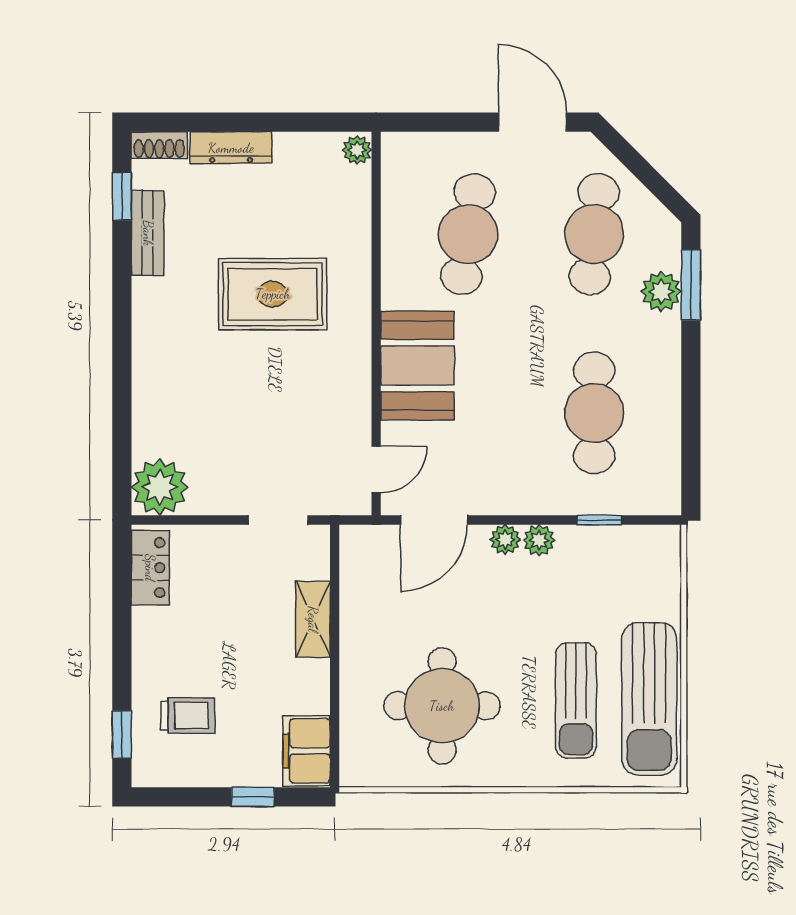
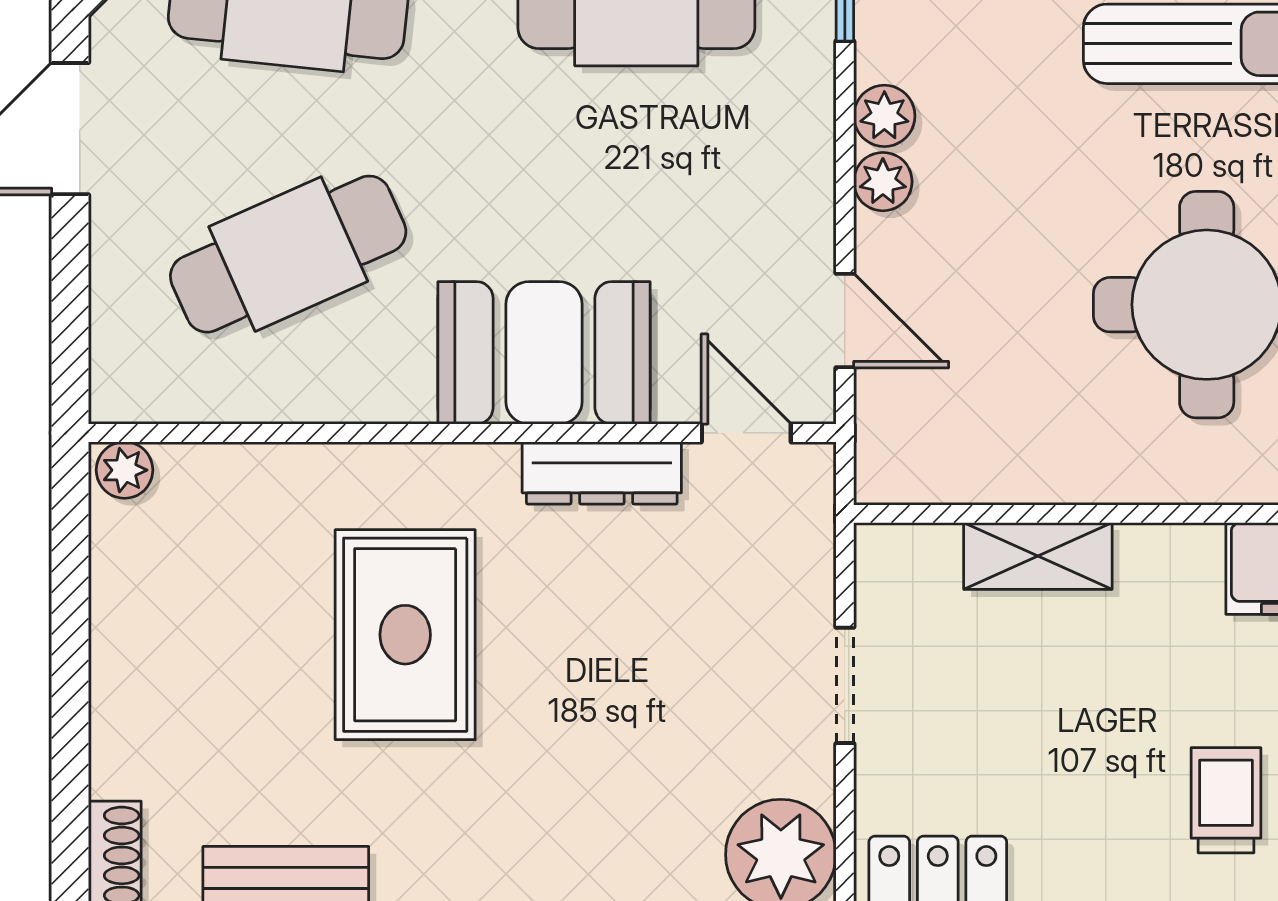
dresser: (231, 148) -> (602, 473), moved, turned 90
cafe table: (468, 234) -> (288, 254), turned -33
doorway: (278, 520) -> (845, 685), moved
door: (434, 520) -> (845, 320), width x0.73

